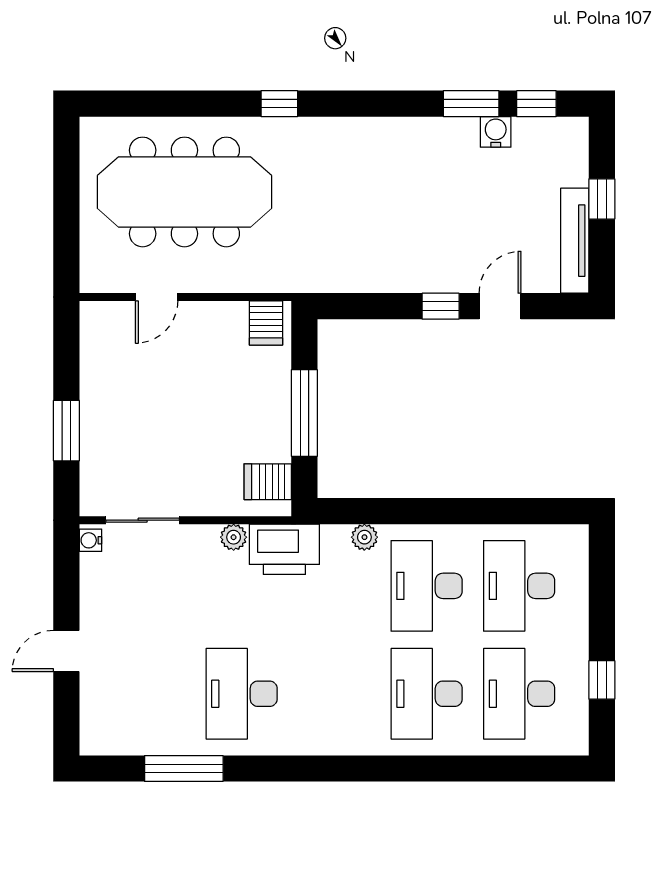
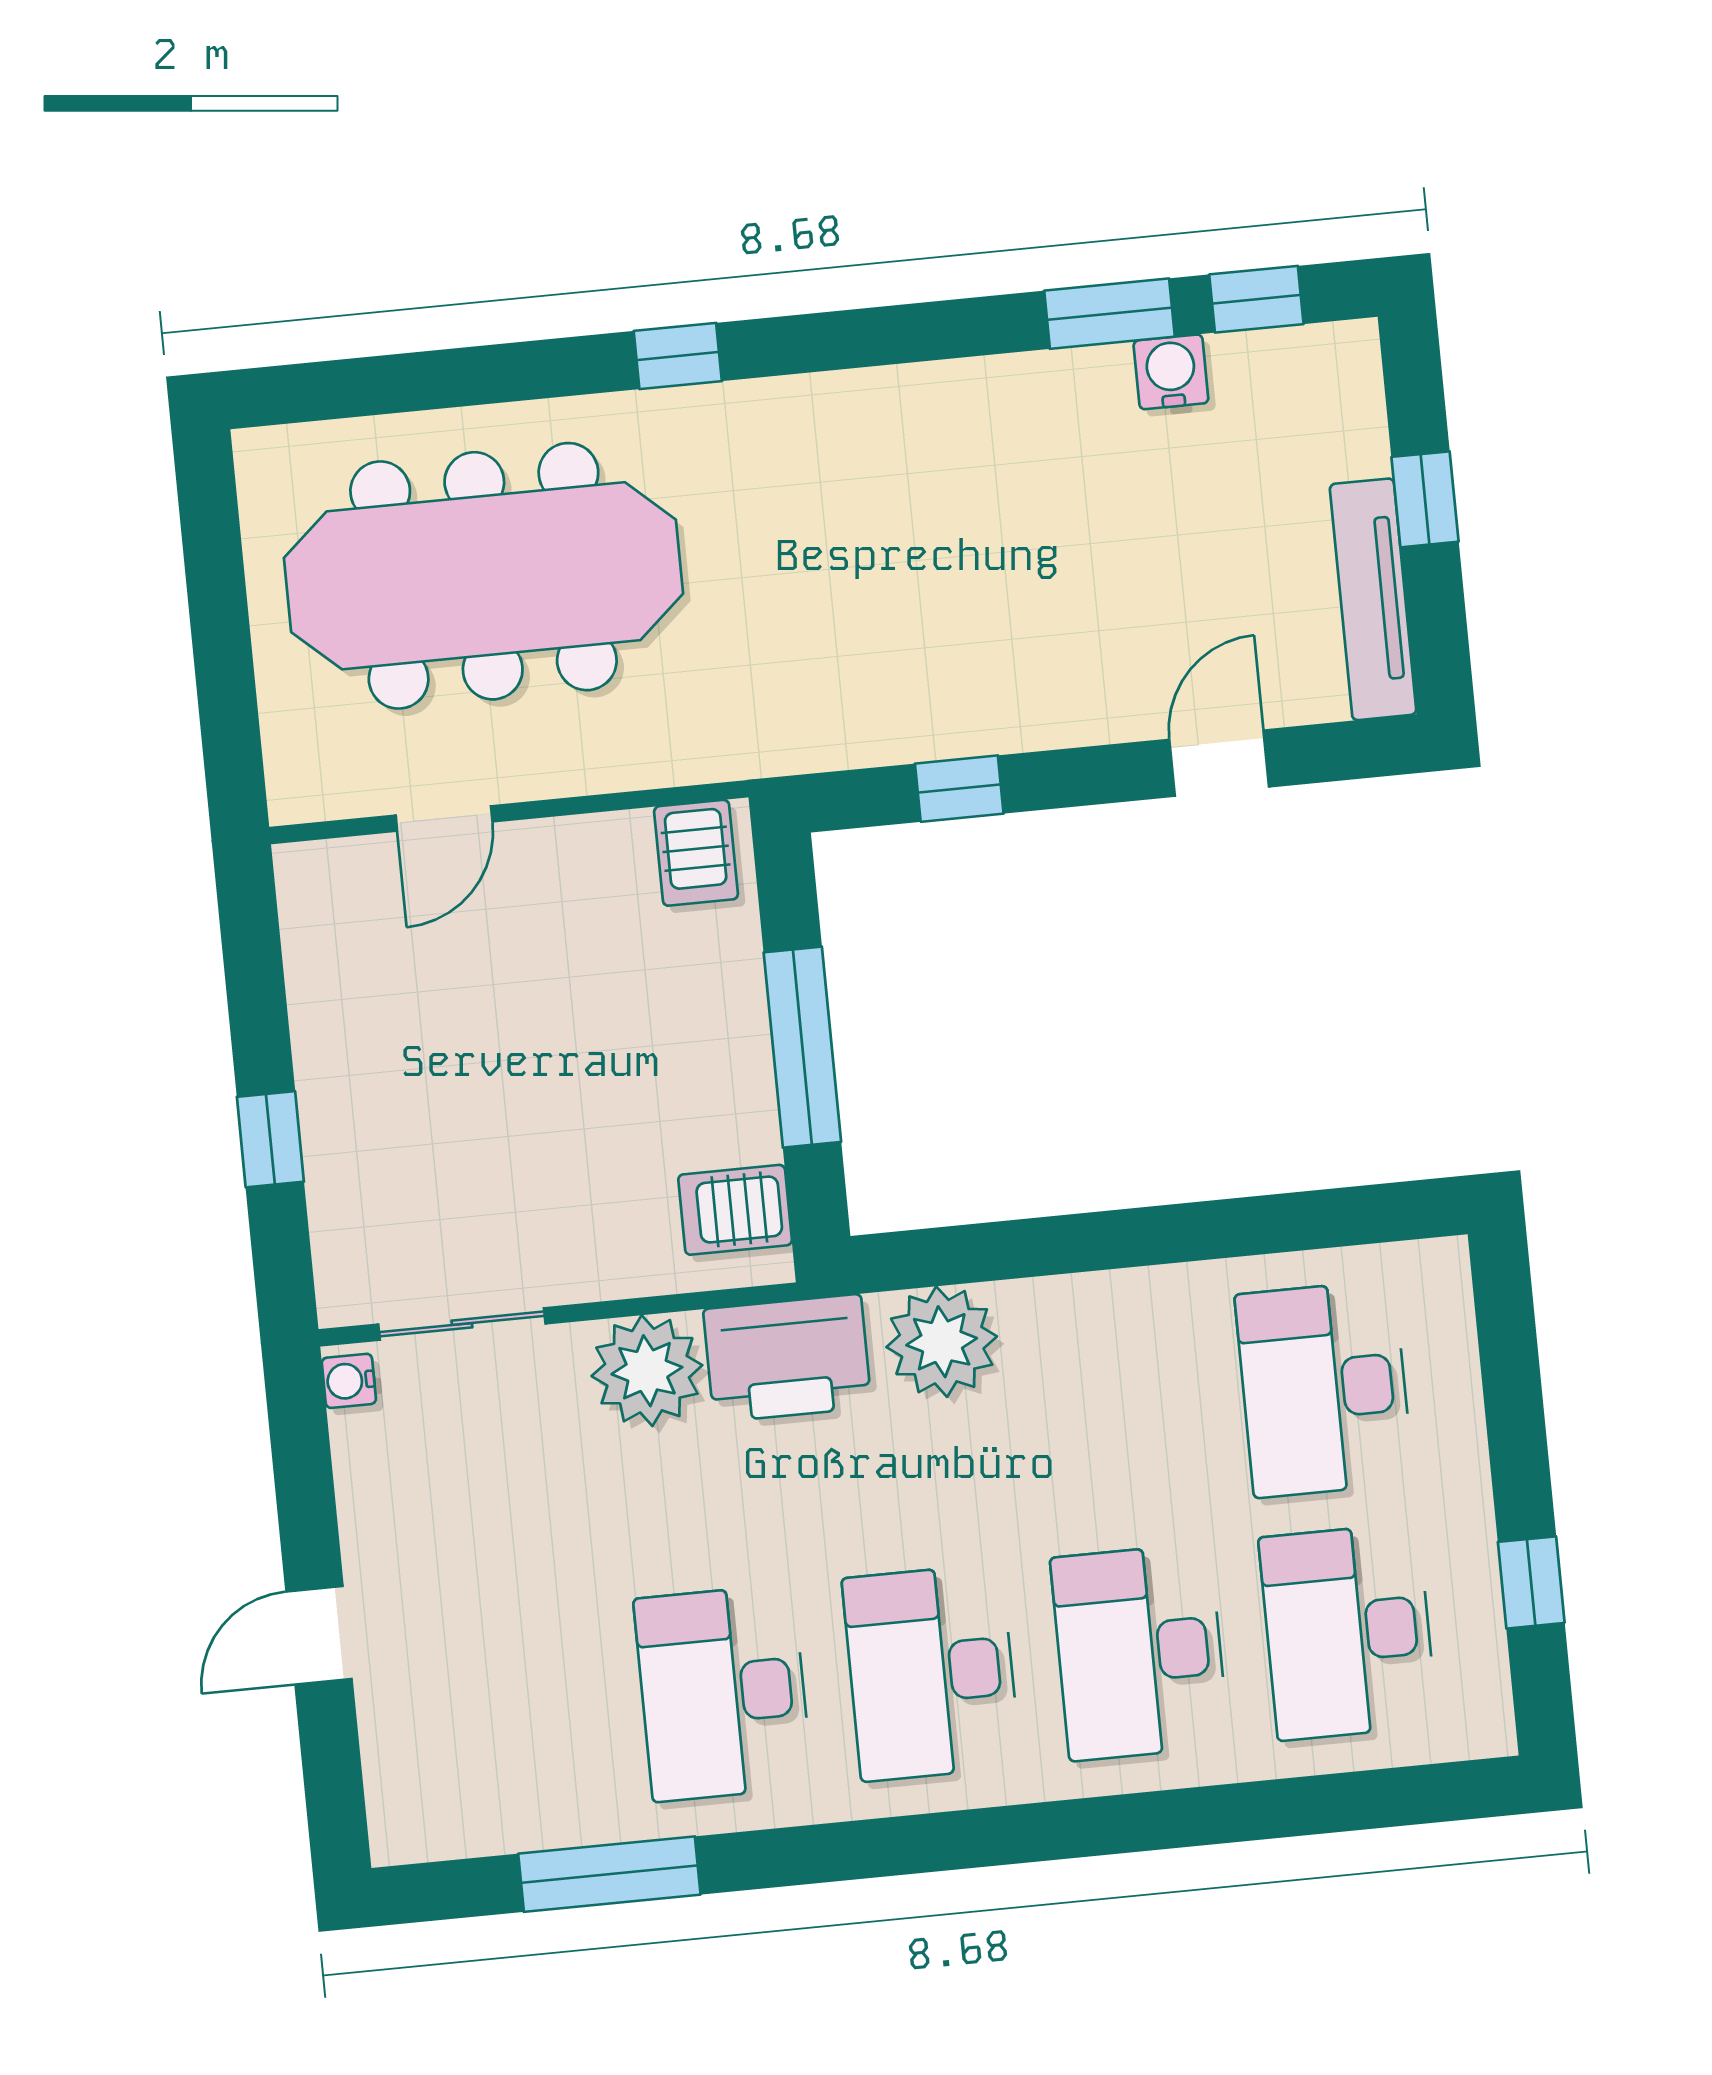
window: (441, 306) -> (959, 789), moved
window: (66, 431) -> (270, 1139), width x0.67
plant: (234, 537) -> (647, 1371), width x1.88, depth x1.88
plant: (364, 537) -> (942, 1342), width x1.88, depth x1.88
desk: (427, 586) -> (931, 1673), moved

